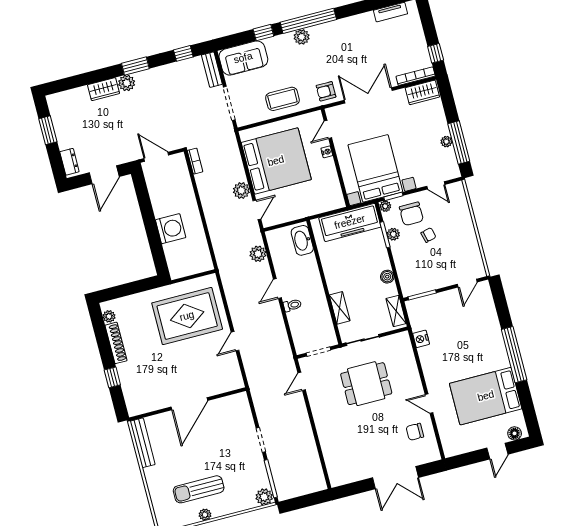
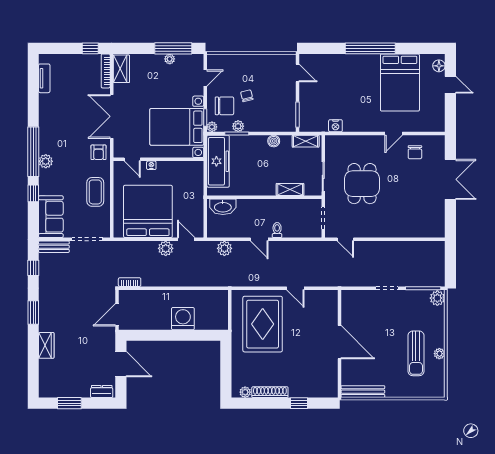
plant: (127, 83) -> (46, 324), removed

